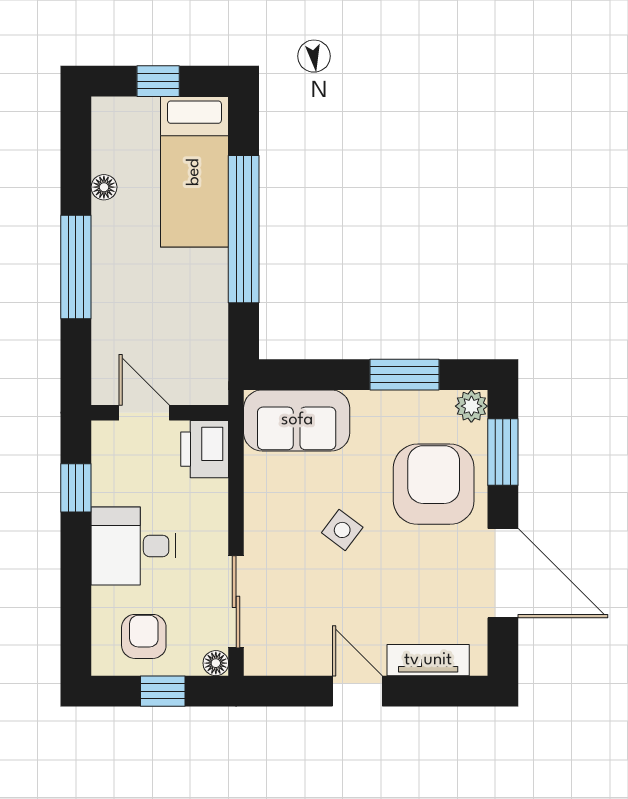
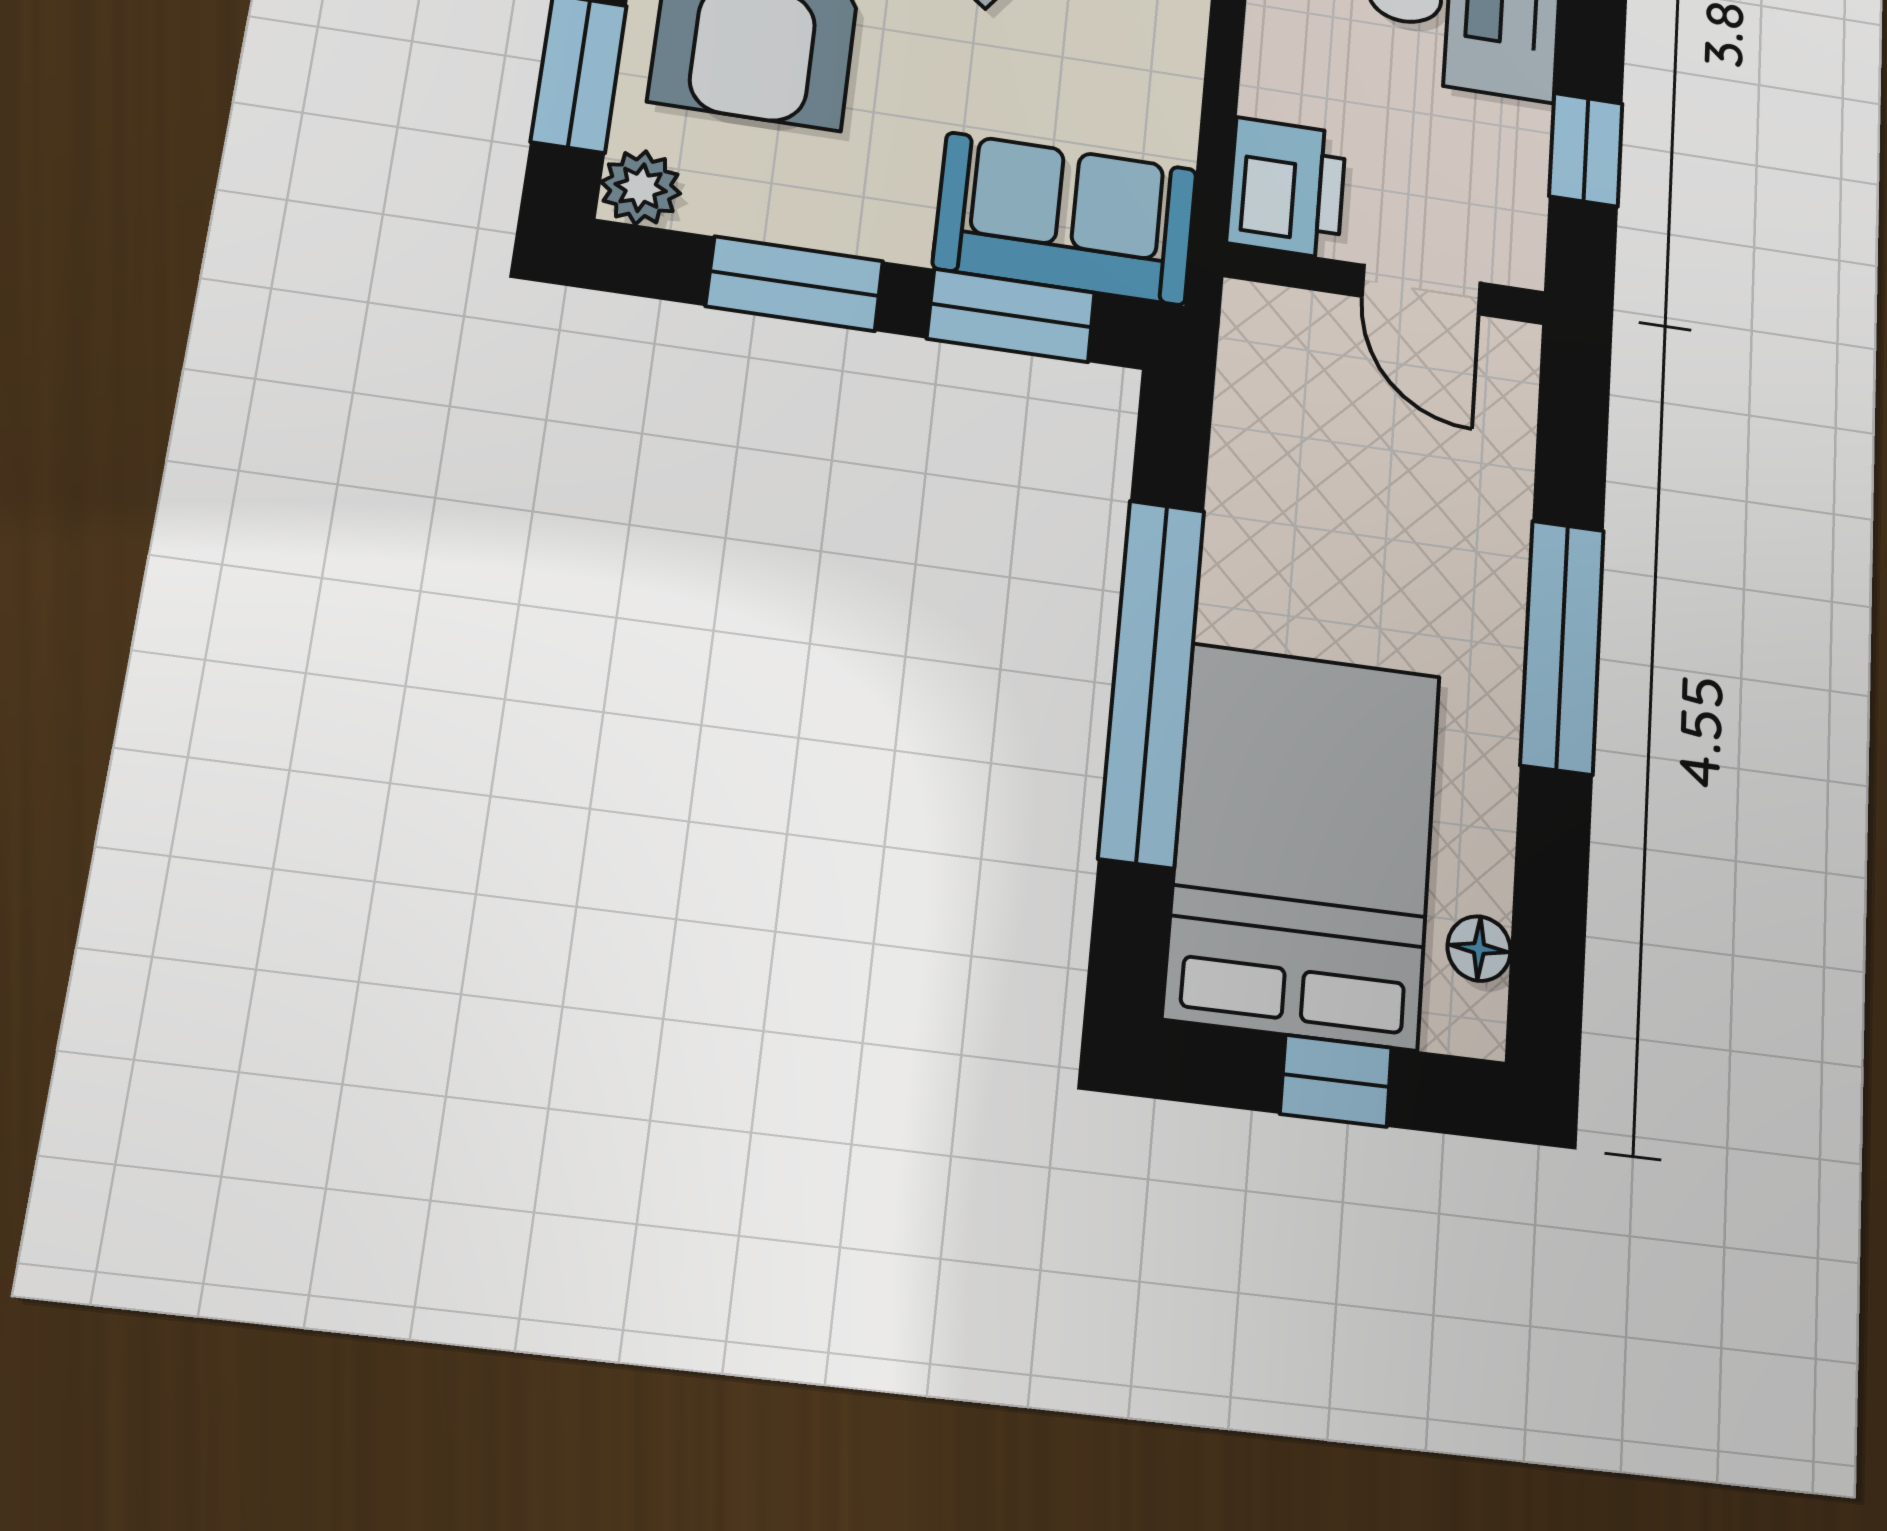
bed: (194, 172) -> (1303, 845), width x1.50
floor lamp: (104, 187) -> (1479, 949), moved
window: (315, 375) -> (1011, 316), added

